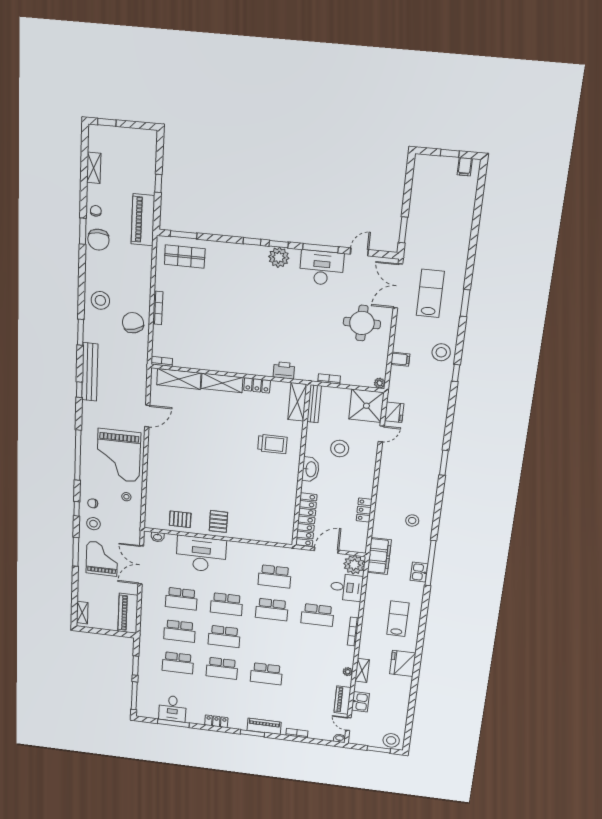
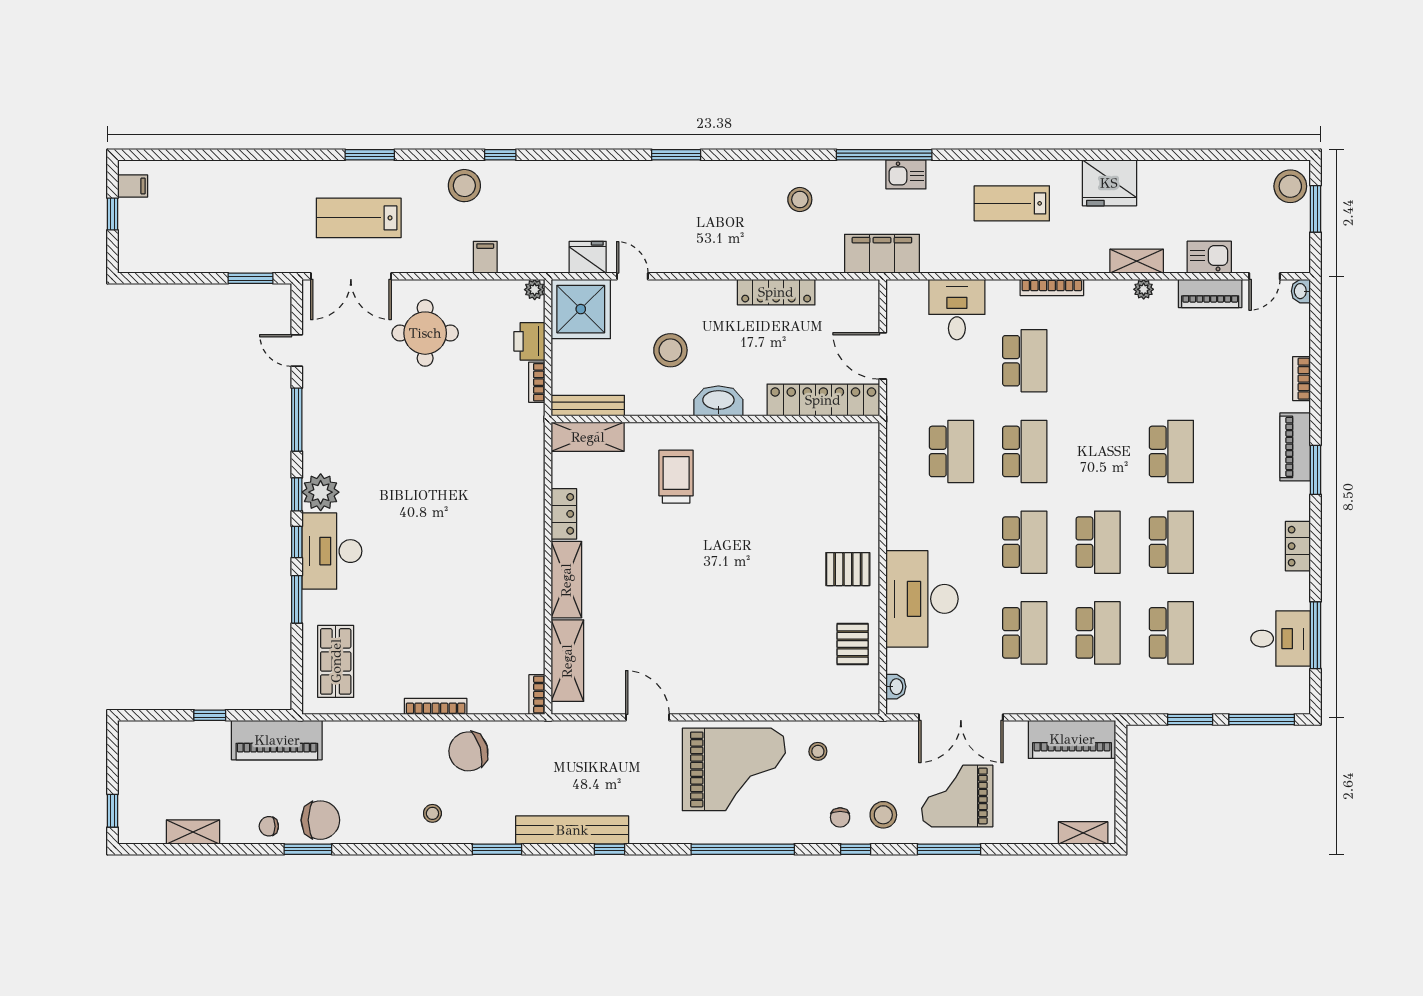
window: (184, 235) -> (297, 599), moved
desk: (322, 268) -> (332, 551), moved
stool: (100, 300) -> (432, 813), width x0.53, depth x0.53
printer: (284, 370) -> (529, 341), moved
locker: (364, 510) -> (776, 292), width x1.53
plant: (354, 565) -> (906, 300), removed

